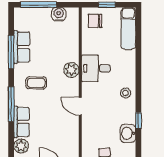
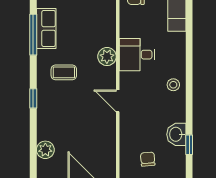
window: (11, 104) -> (33, 98), width x0.46
window: (138, 121) -> (189, 145), moved
row of seats: (22, 122) -> (46, 120), removed

